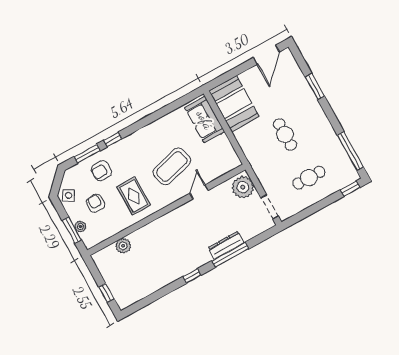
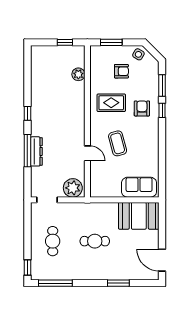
coffee table: (172, 166) -> (118, 143), width x0.73, depth x0.76
armchair: (102, 171) -> (142, 108), moved
plant: (80, 227) -> (110, 50), removed
window: (106, 293) -> (65, 42), moved

